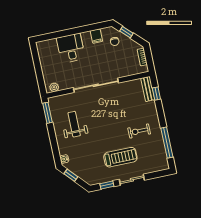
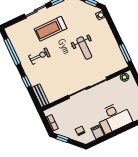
window: (126, 32) -> (62, 138), moved
desk: (71, 48) -> (114, 117), width x1.37
window: (156, 93) -> (26, 82), moved
weight bench: (74, 124) -> (84, 48), moved

